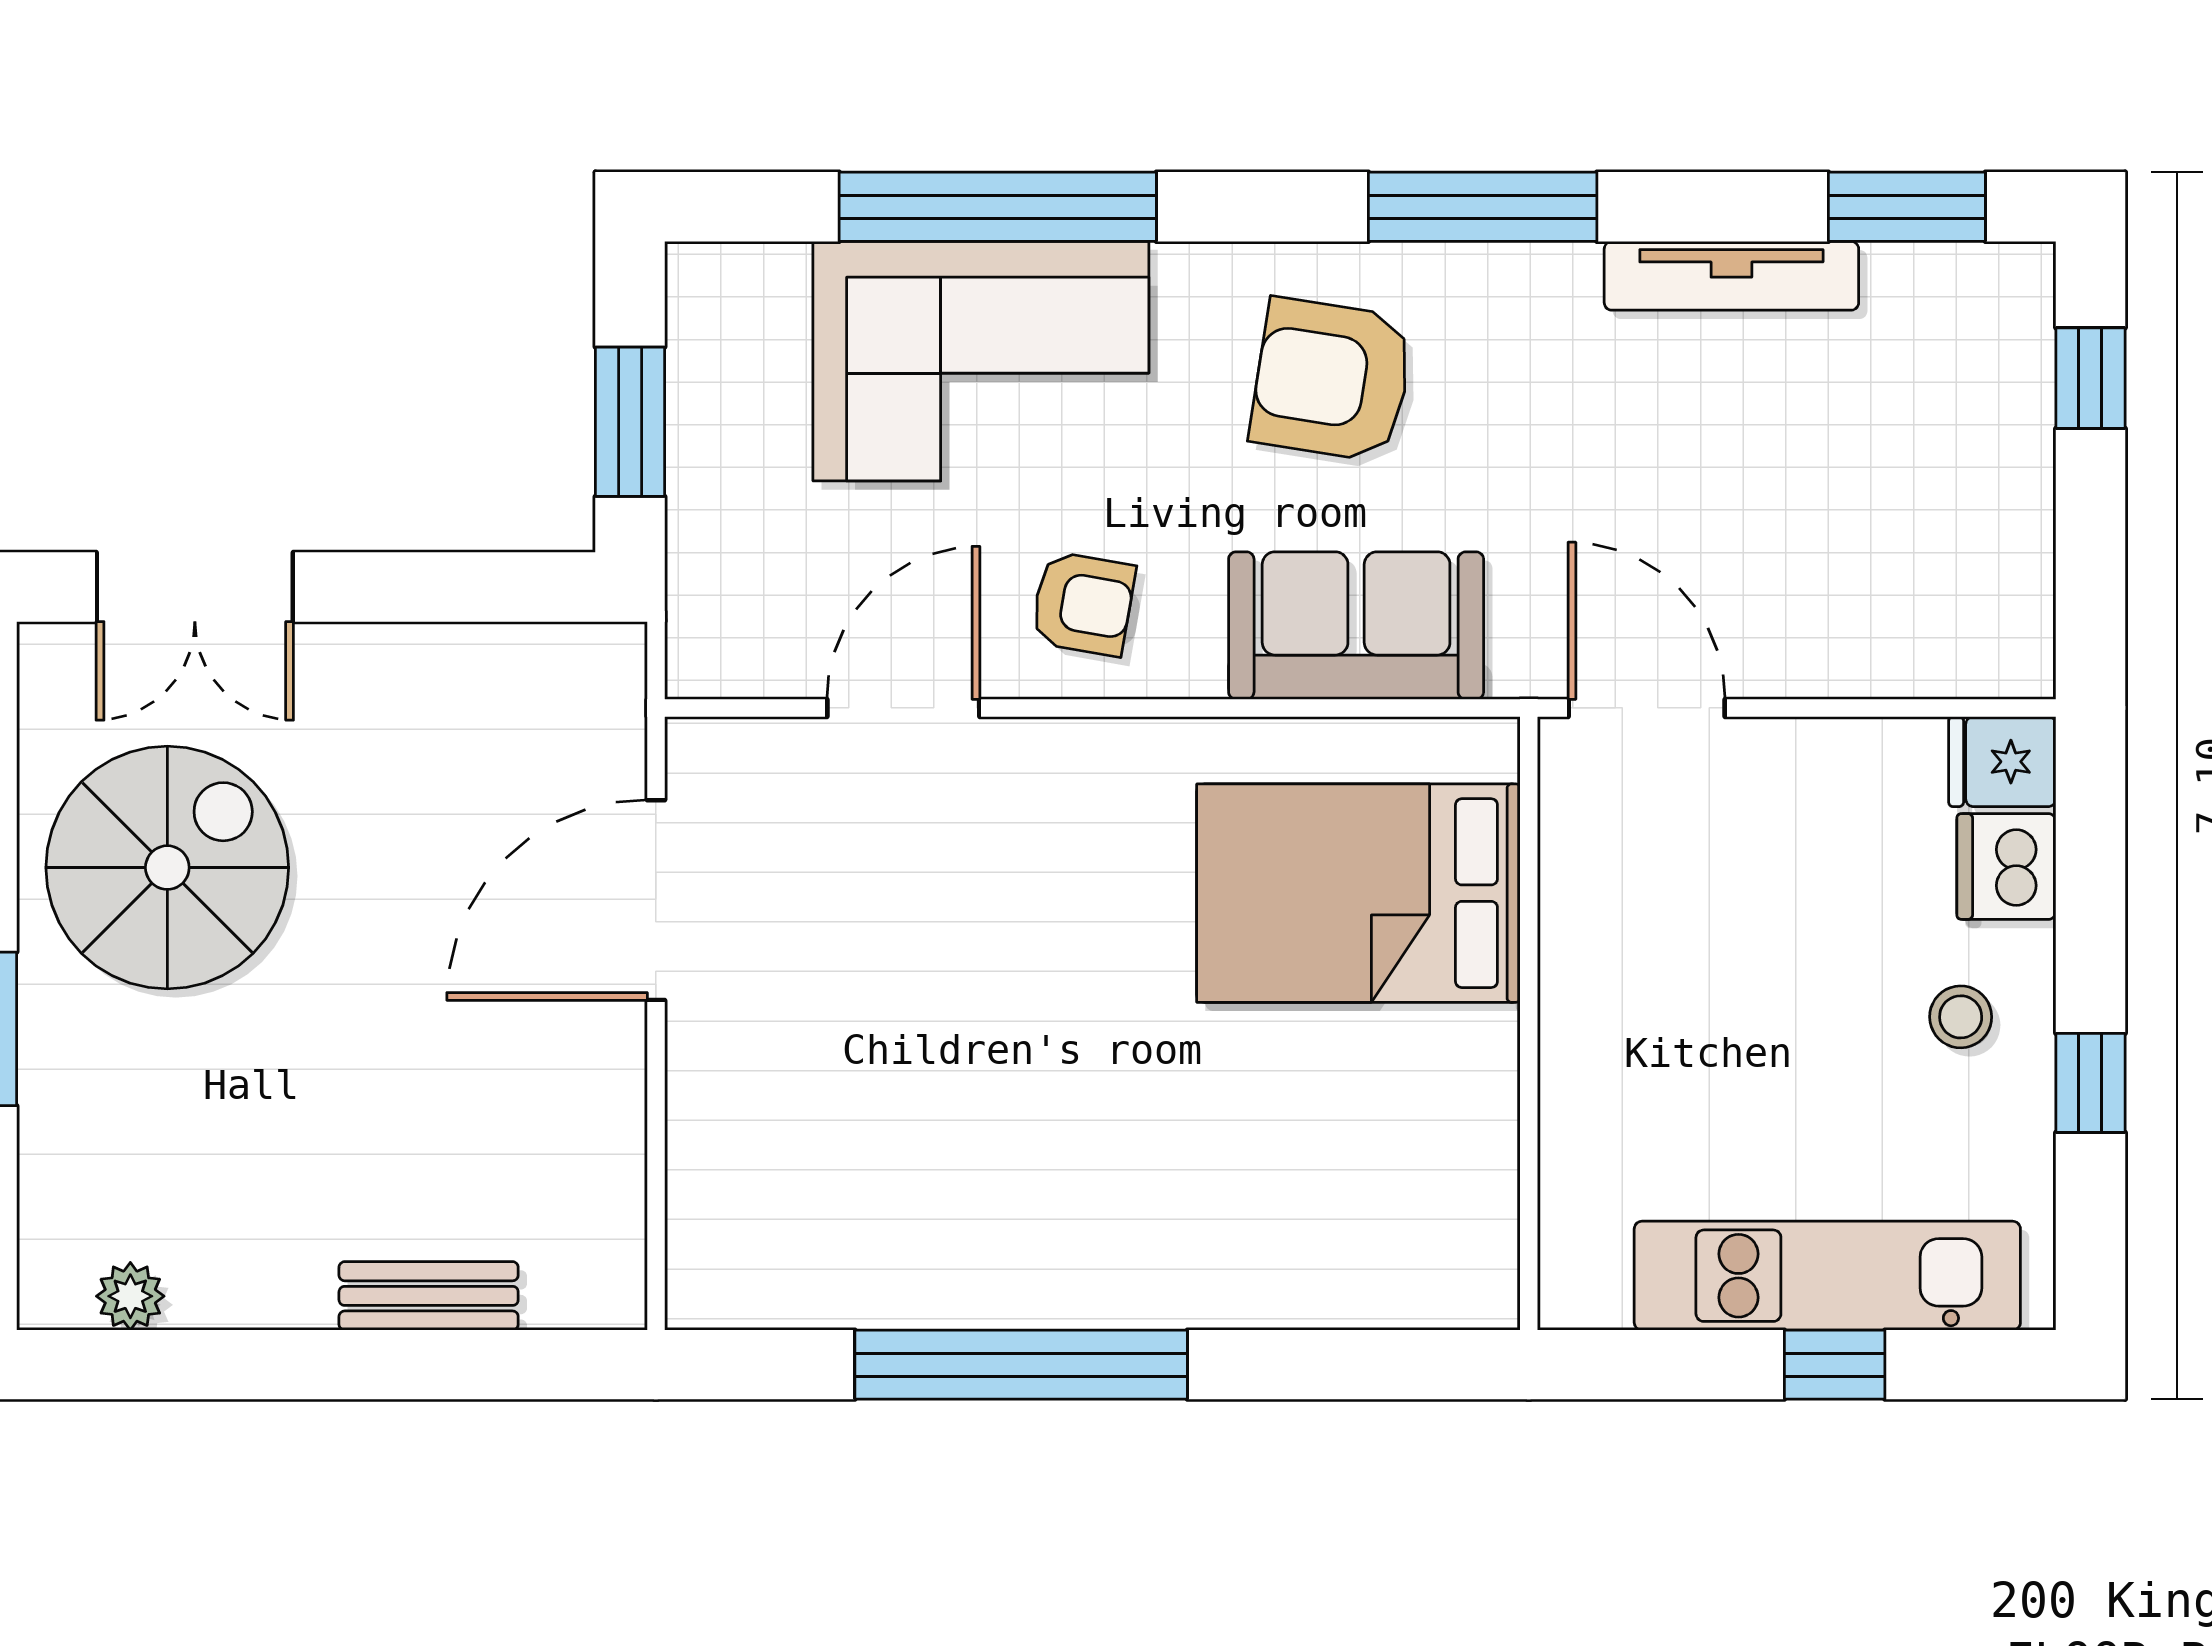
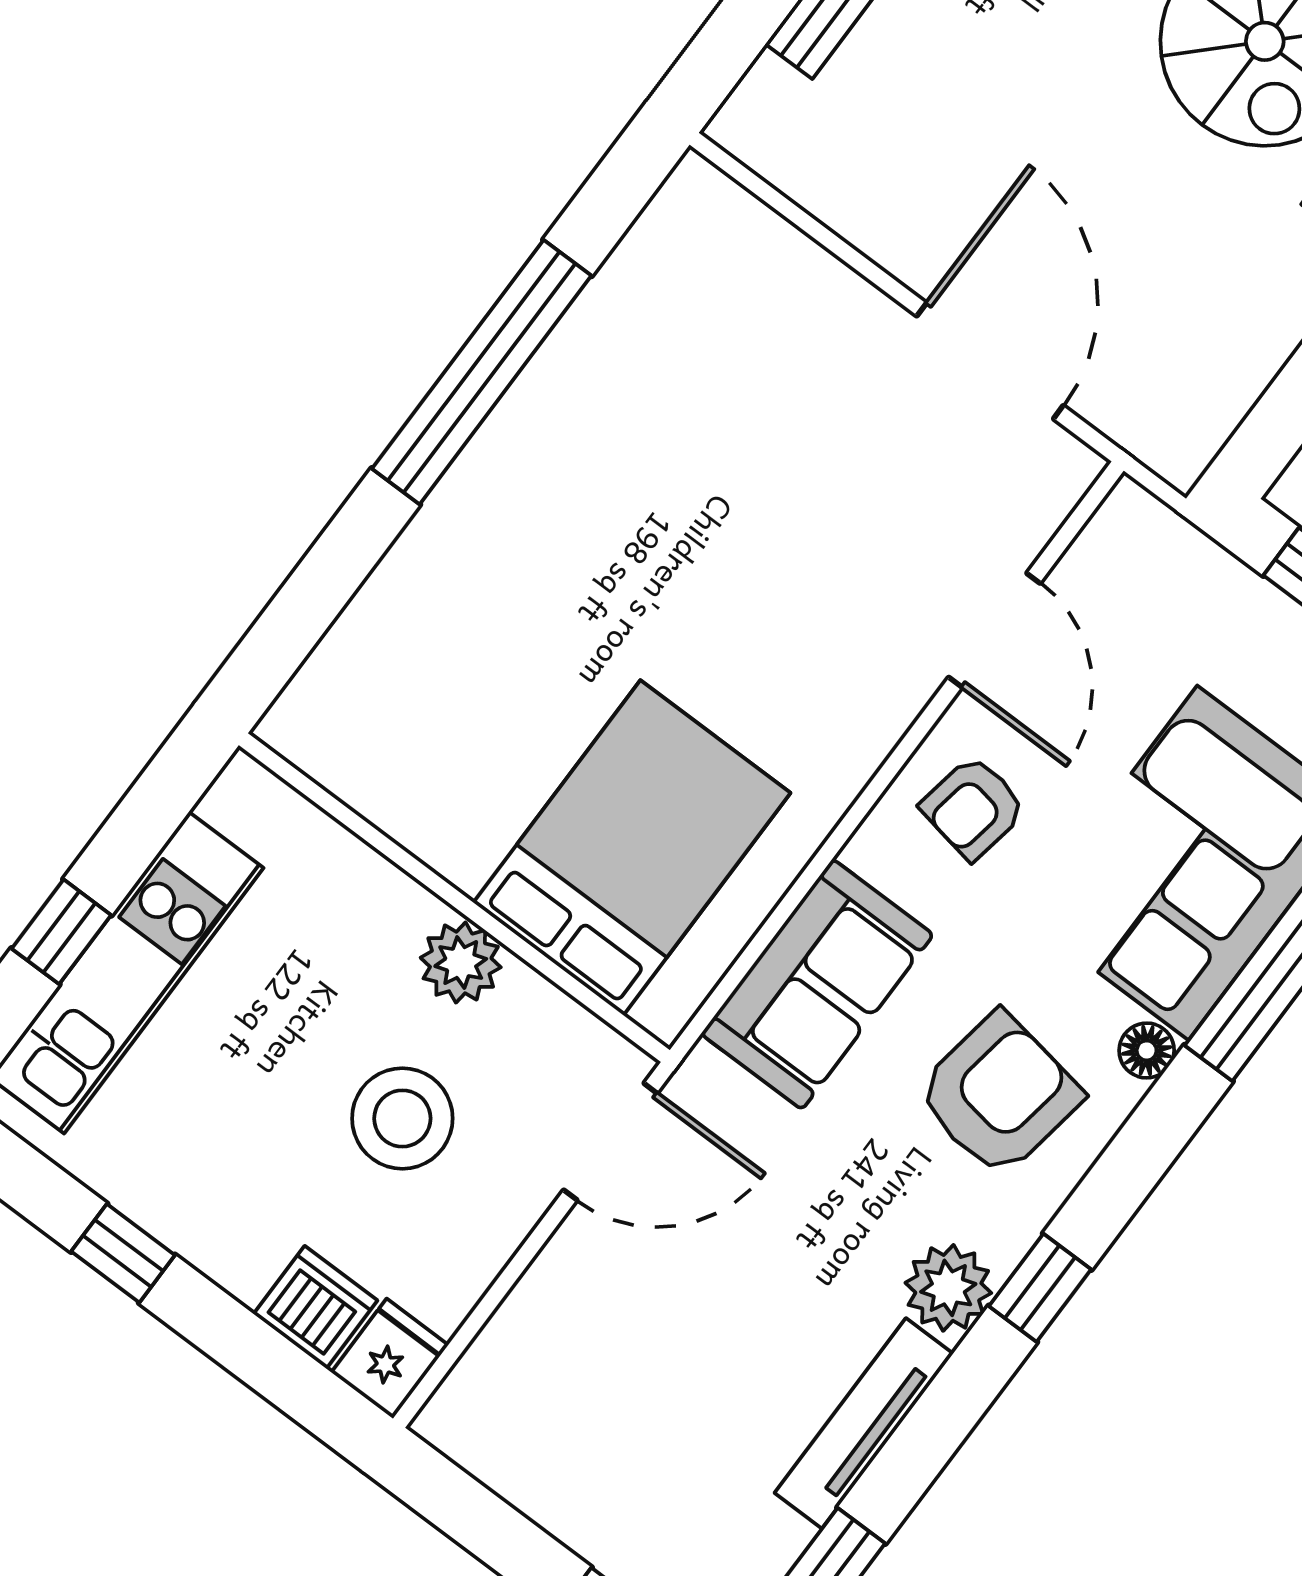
window: (1483, 207) -> (1040, 1288), width x0.46
floor lamp: (1188, 273) -> (1147, 1050), added
plant: (1547, 292) -> (948, 1288), added
plant: (1585, 972) -> (461, 962), added
stool: (1961, 1017) -> (402, 1118), moved, width x1.89, depth x1.89

